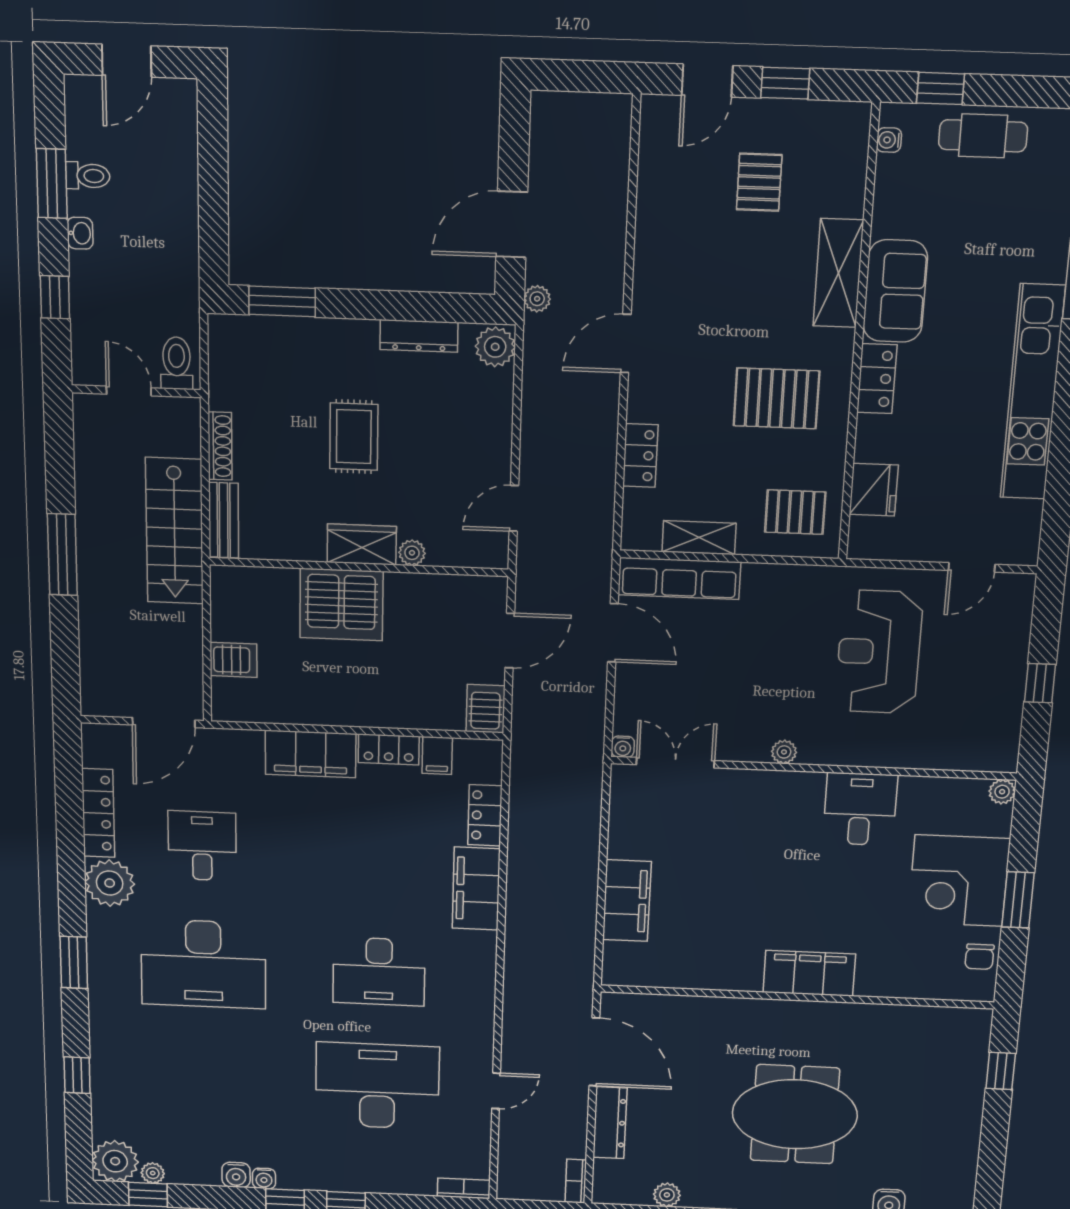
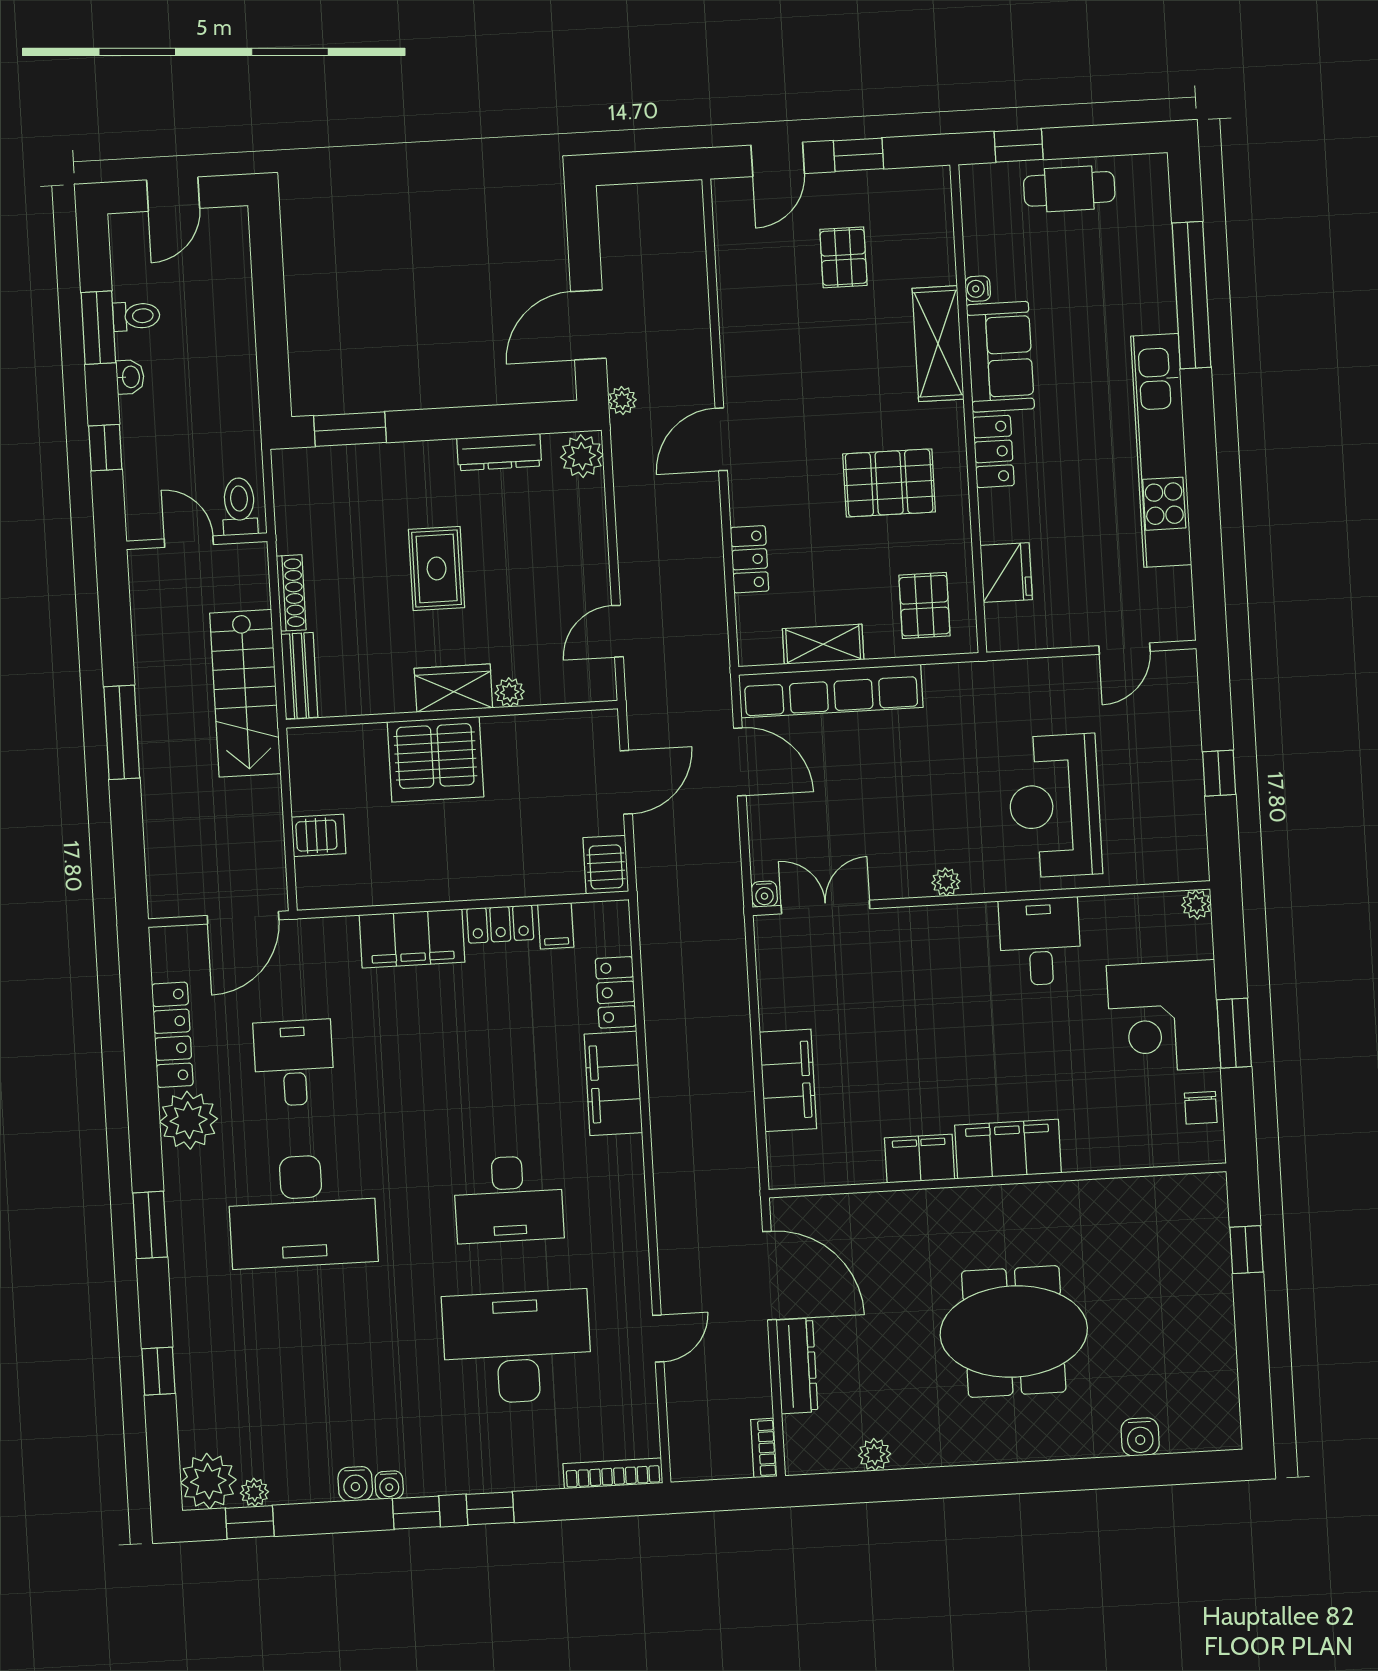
water cooler: (889, 140) -> (978, 289), moved
pallet: (795, 512) -> (924, 606), turned 90
row of seats: (679, 578) -> (831, 691), width x1.36
reception desk: (879, 652) -> (1055, 806), moved
filing cabinet: (733, 973) -> (920, 1159), added
bookcase: (464, 1188) -> (613, 1473), width x1.56

